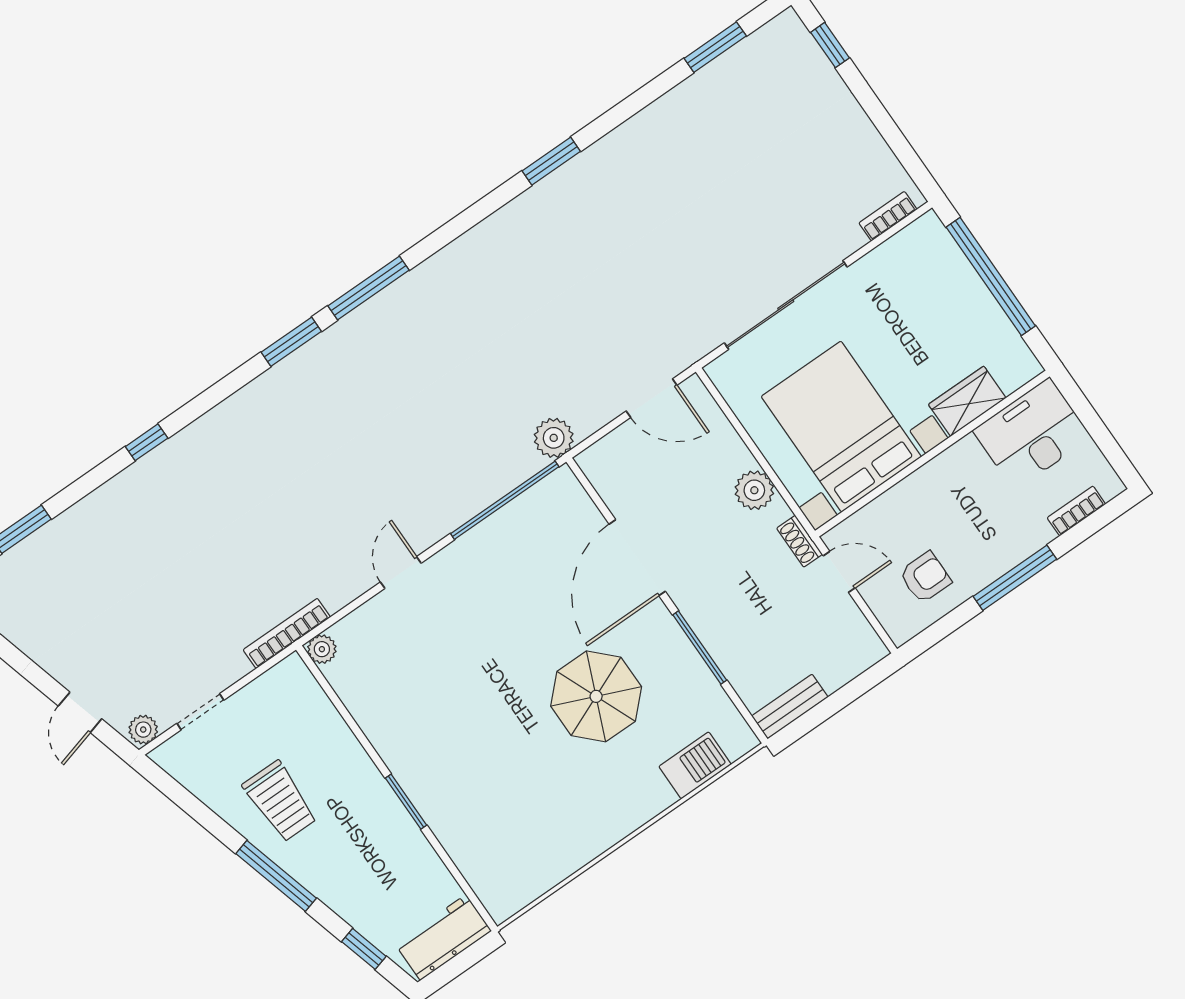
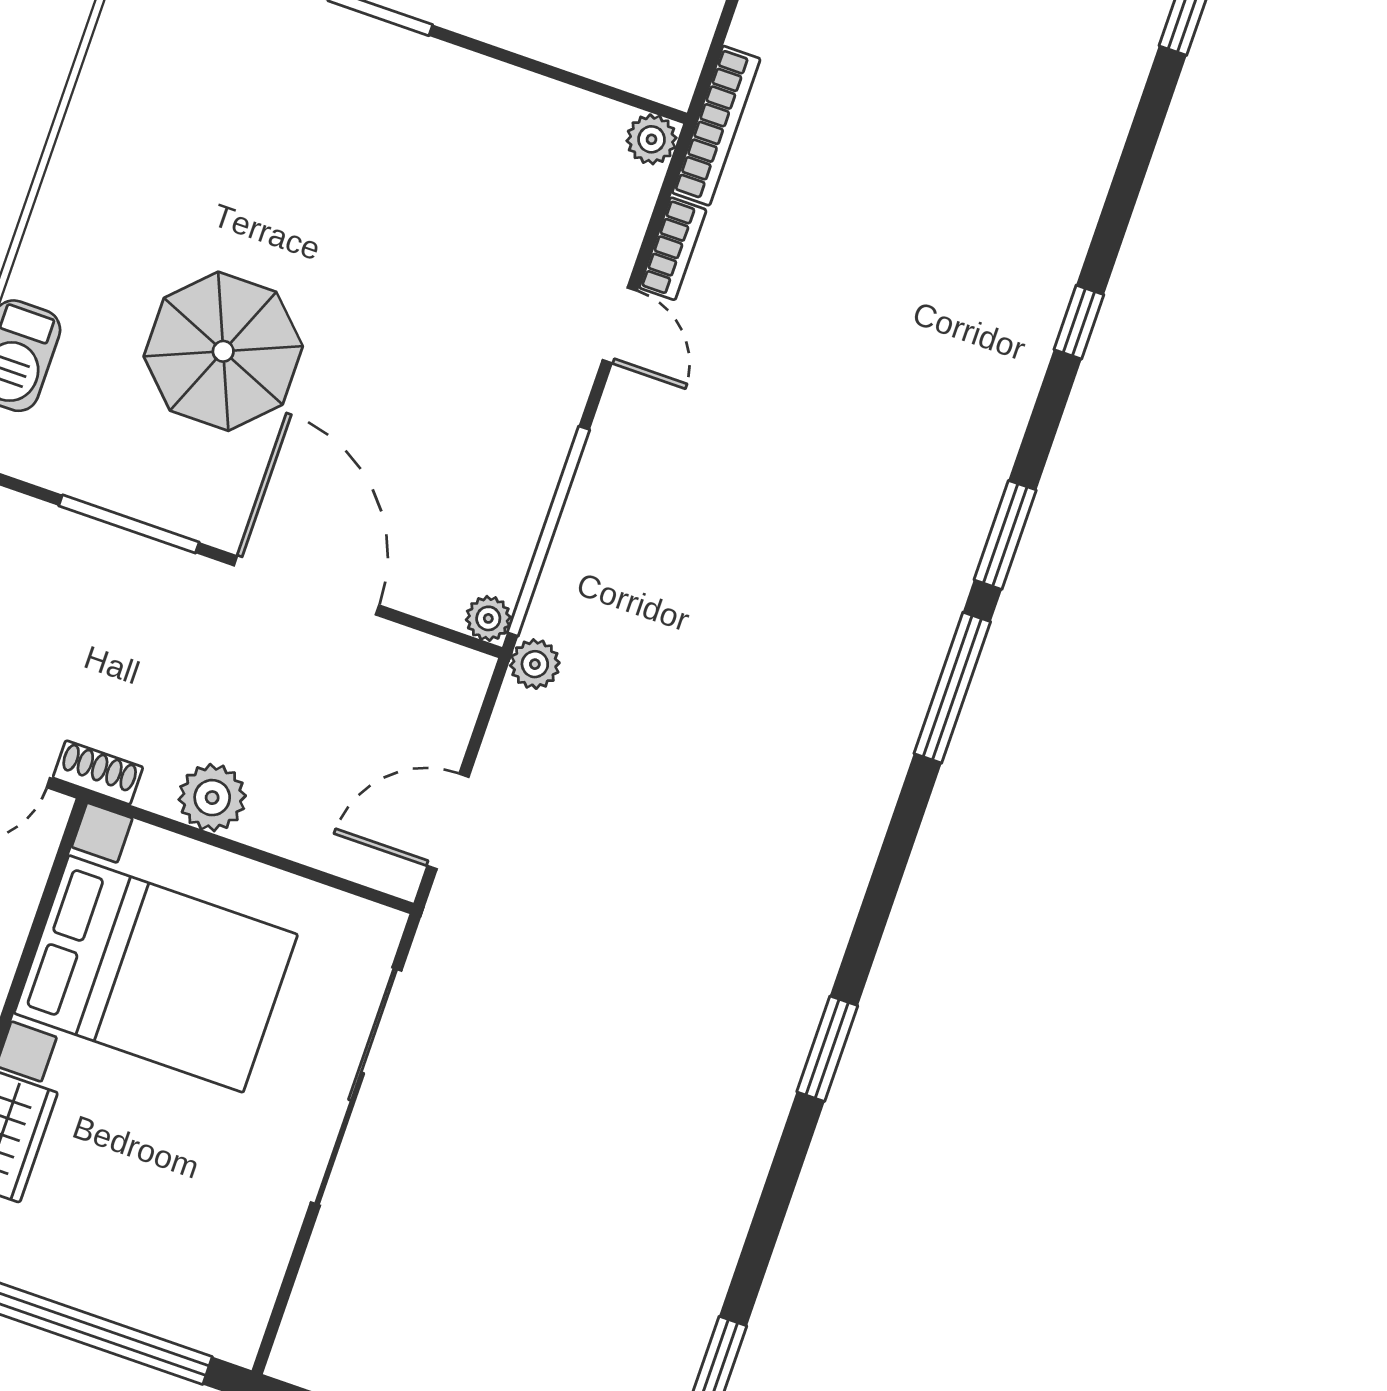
bookcase: (888, 216) -> (673, 249), moved
plant: (554, 438) -> (535, 664), width x0.73, depth x0.73
window: (147, 442) -> (1079, 322), moved
plant: (563, 480) -> (488, 618), added

